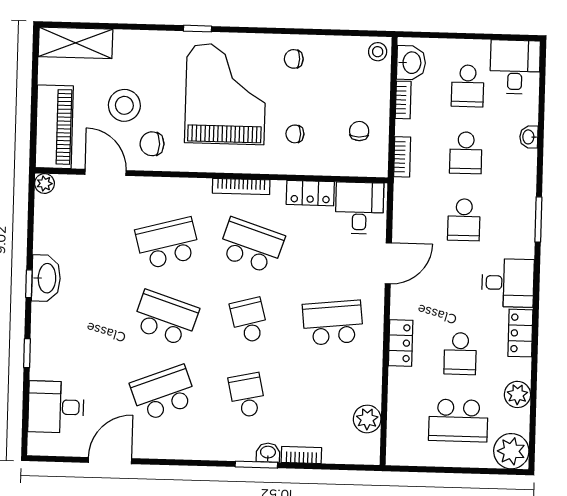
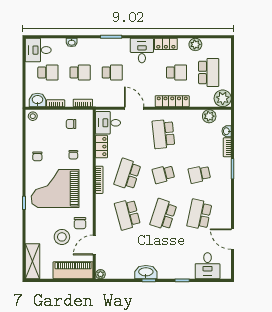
locker: (401, 343) -> (172, 101), width x1.53
school desk: (163, 393) -> (199, 214), turned 33
plant: (511, 451) -> (223, 98), moved
washbasin: (268, 453) -> (227, 131), moved

